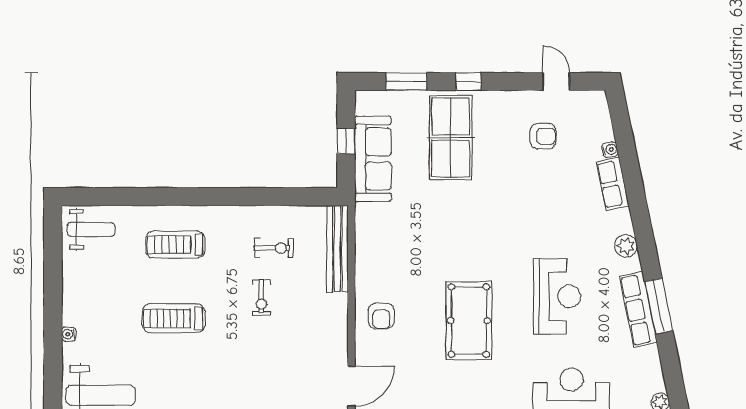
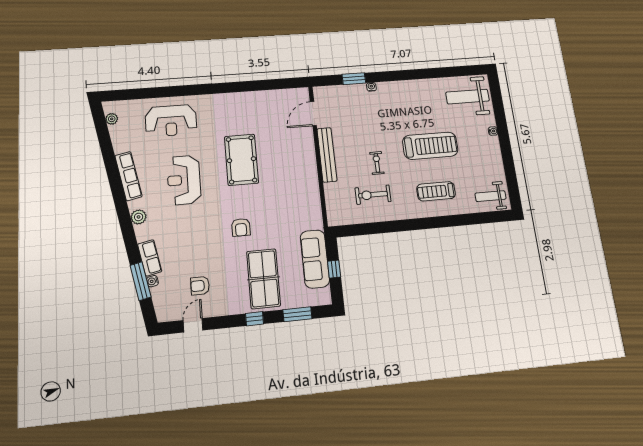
door: (556, 81) -> (193, 325), swing flipped
treadmill: (175, 245) -> (436, 191), turned 180
exercise bike: (274, 248) -> (373, 195), width x1.38, depth x1.39
bench: (337, 249) -> (327, 155), moved
window: (659, 306) -> (141, 281), moved
armchair: (381, 316) -> (241, 227), moved, turned 180
treadmill: (174, 318) -> (430, 146), width x1.37, depth x1.38

